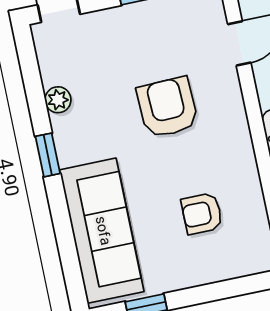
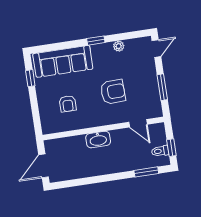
armchair: (202, 214) -> (68, 104), turned 180

